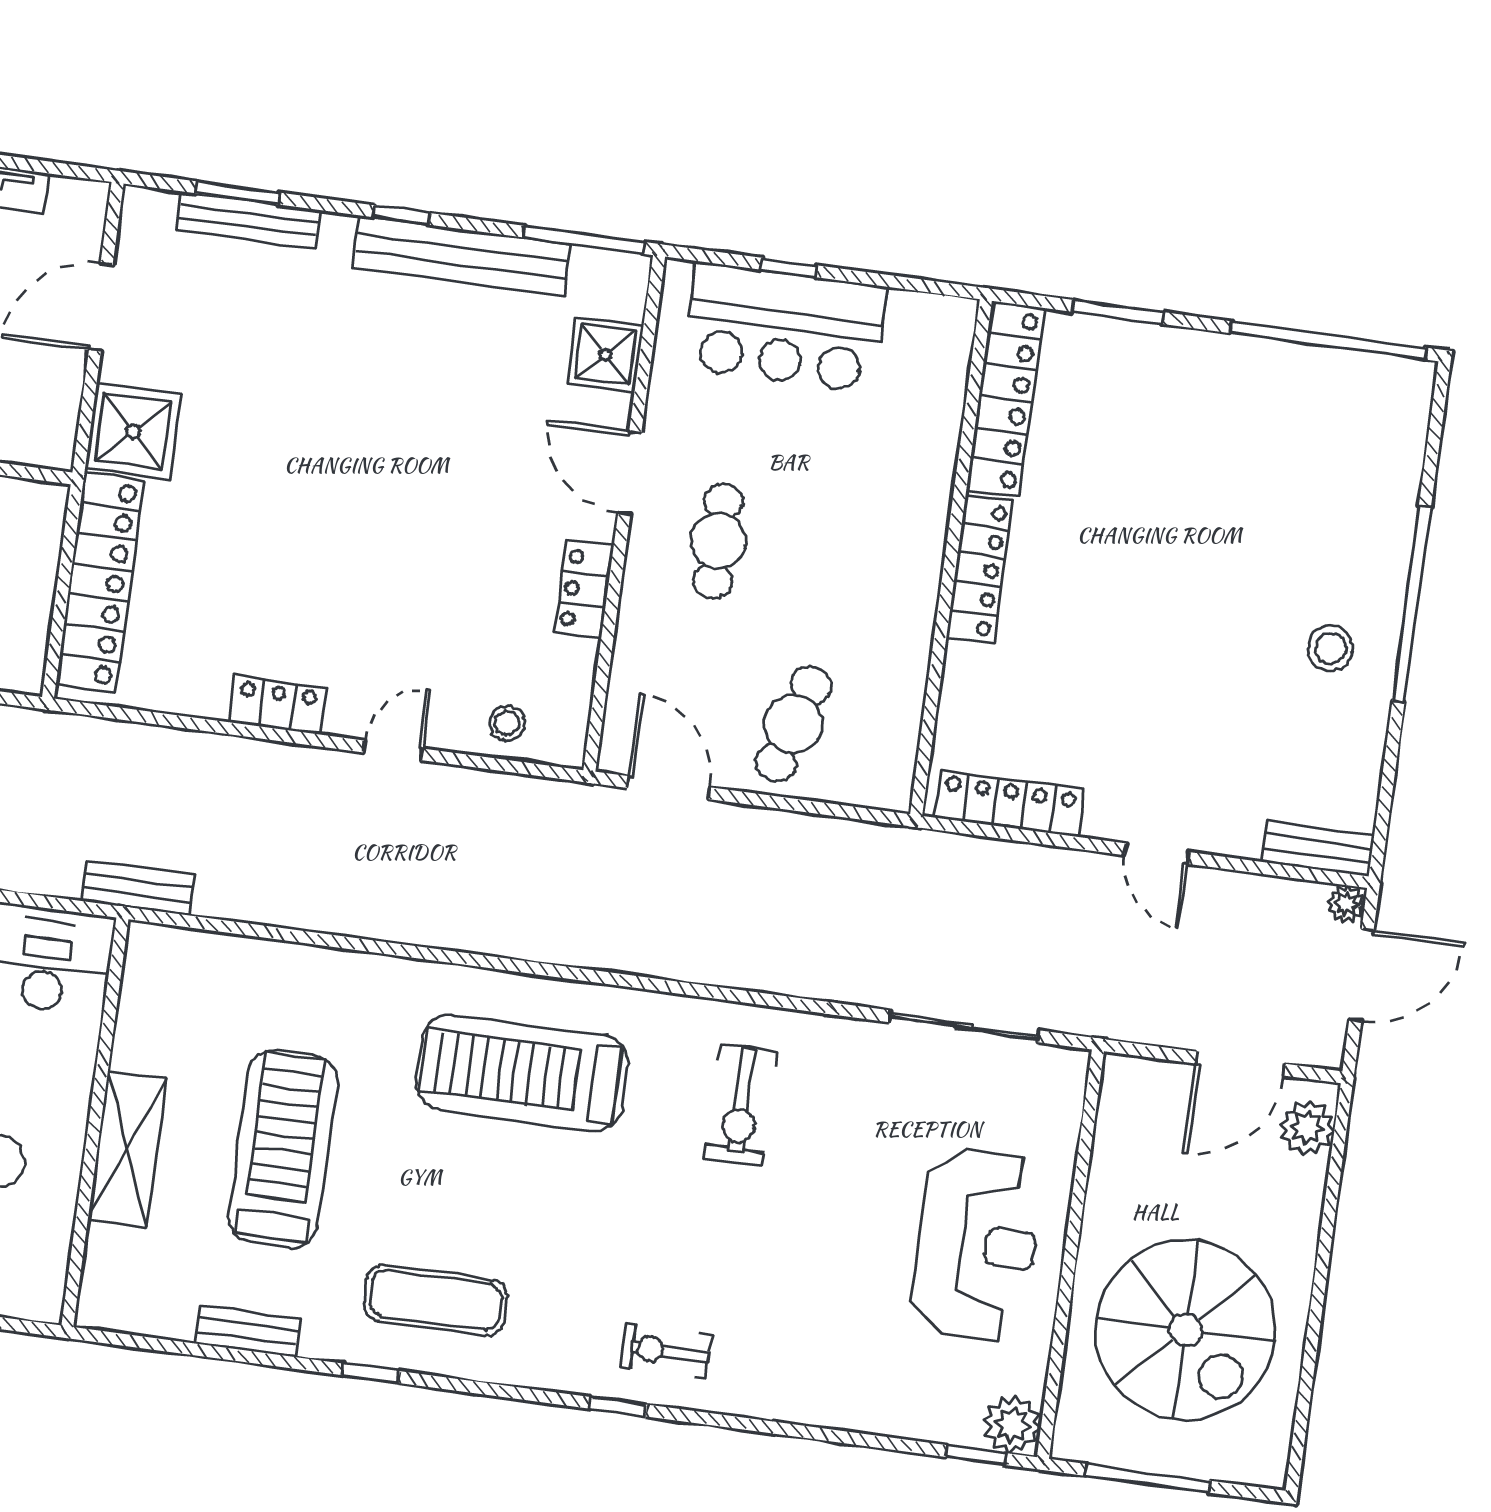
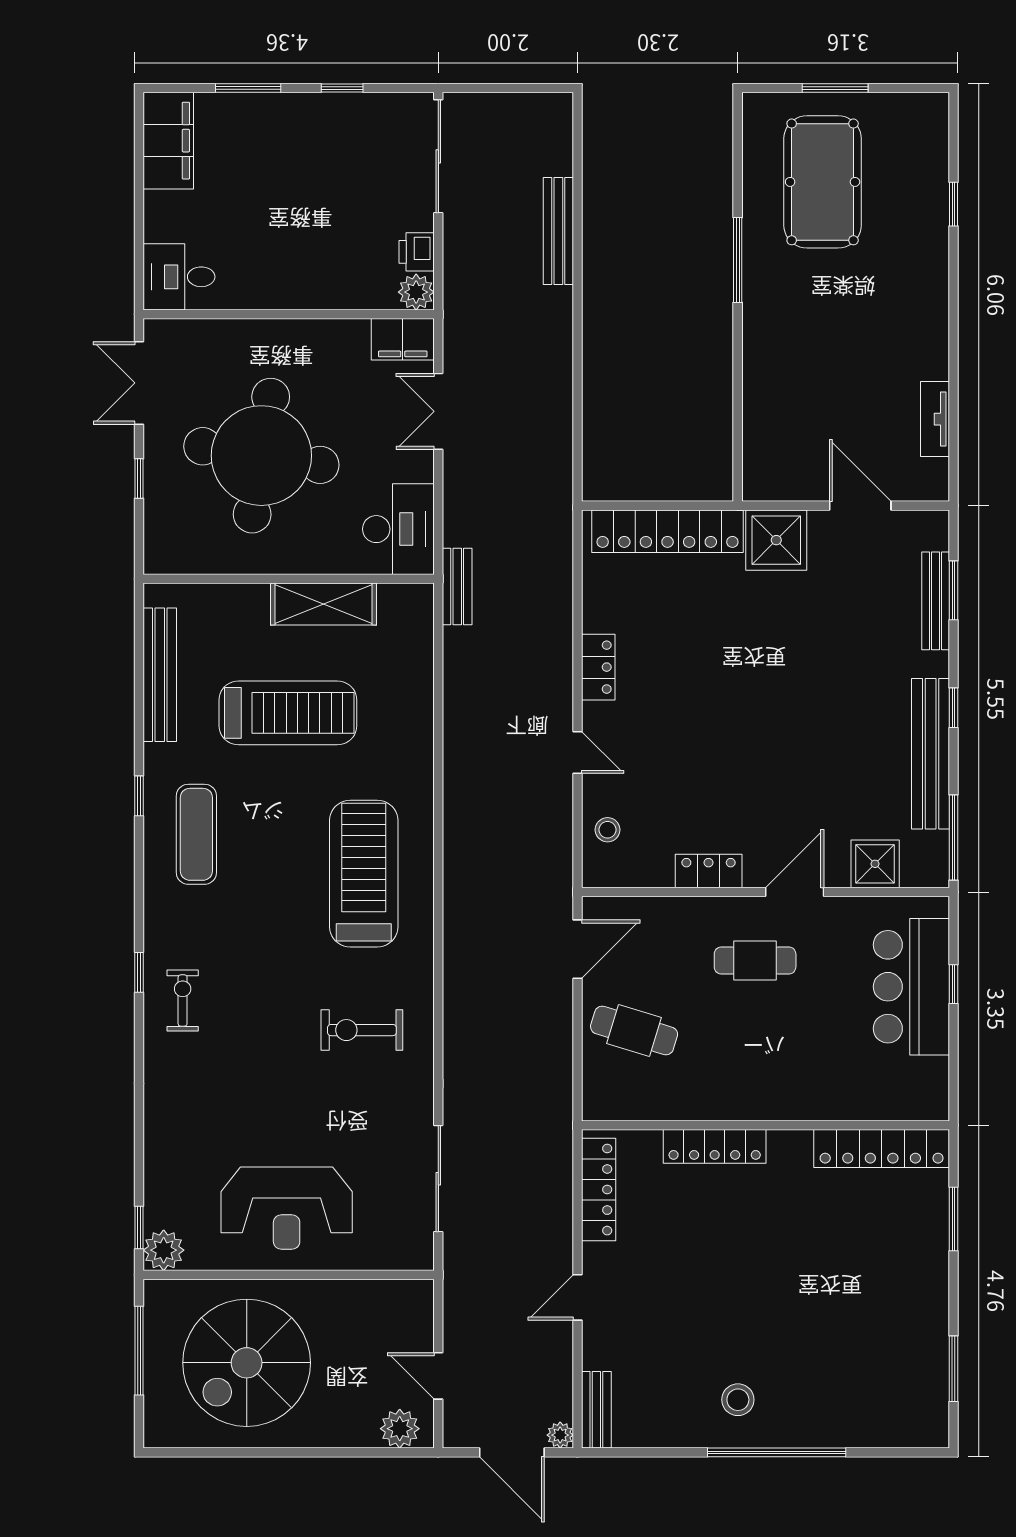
window: (1328, 340) -> (953, 1369), width x0.47
locker: (980, 570) -> (715, 1146), moved
door: (1240, 1064) -> (438, 1376), width x0.73
shelving: (127, 1150) -> (323, 604), moved
bench: (248, 1331) -> (160, 675), width x1.86, depth x1.21

